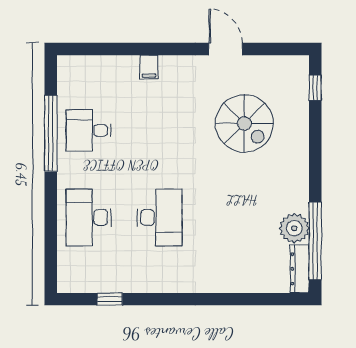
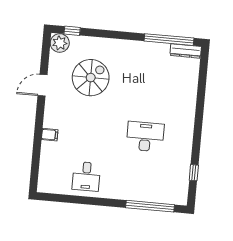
window: (51, 133) -> (150, 206), moved
desk: (89, 217) -> (141, 181), removed
plant: (294, 228) -> (60, 43), moved

